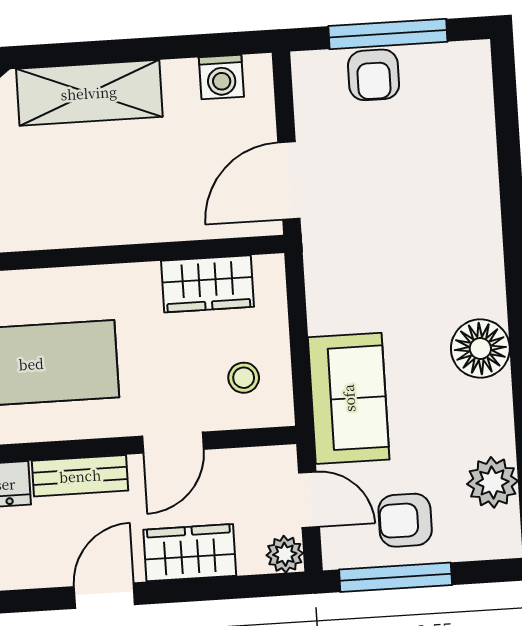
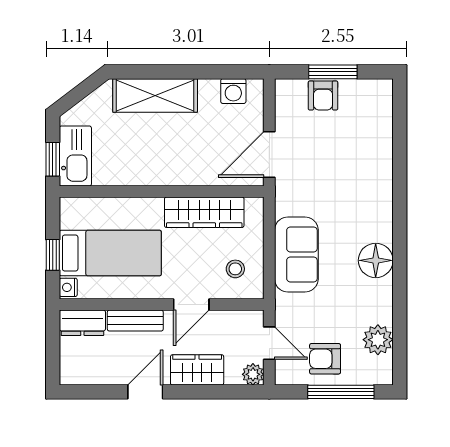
window: (388, 34) -> (333, 72), width x0.69
wardrobe: (207, 284) -> (204, 212), width x1.50
sofa: (349, 398) -> (296, 254), moved
window: (396, 577) -> (341, 392), moved

